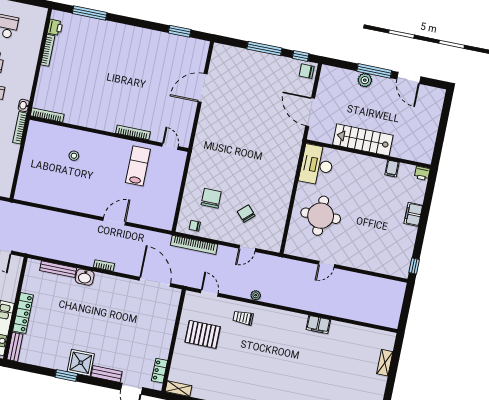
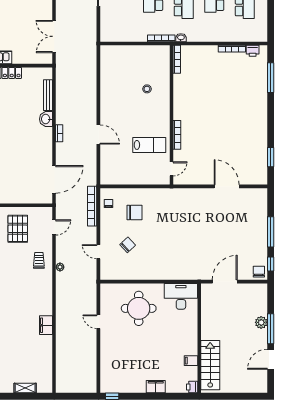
stairs: (363, 140) -> (210, 365), moved

